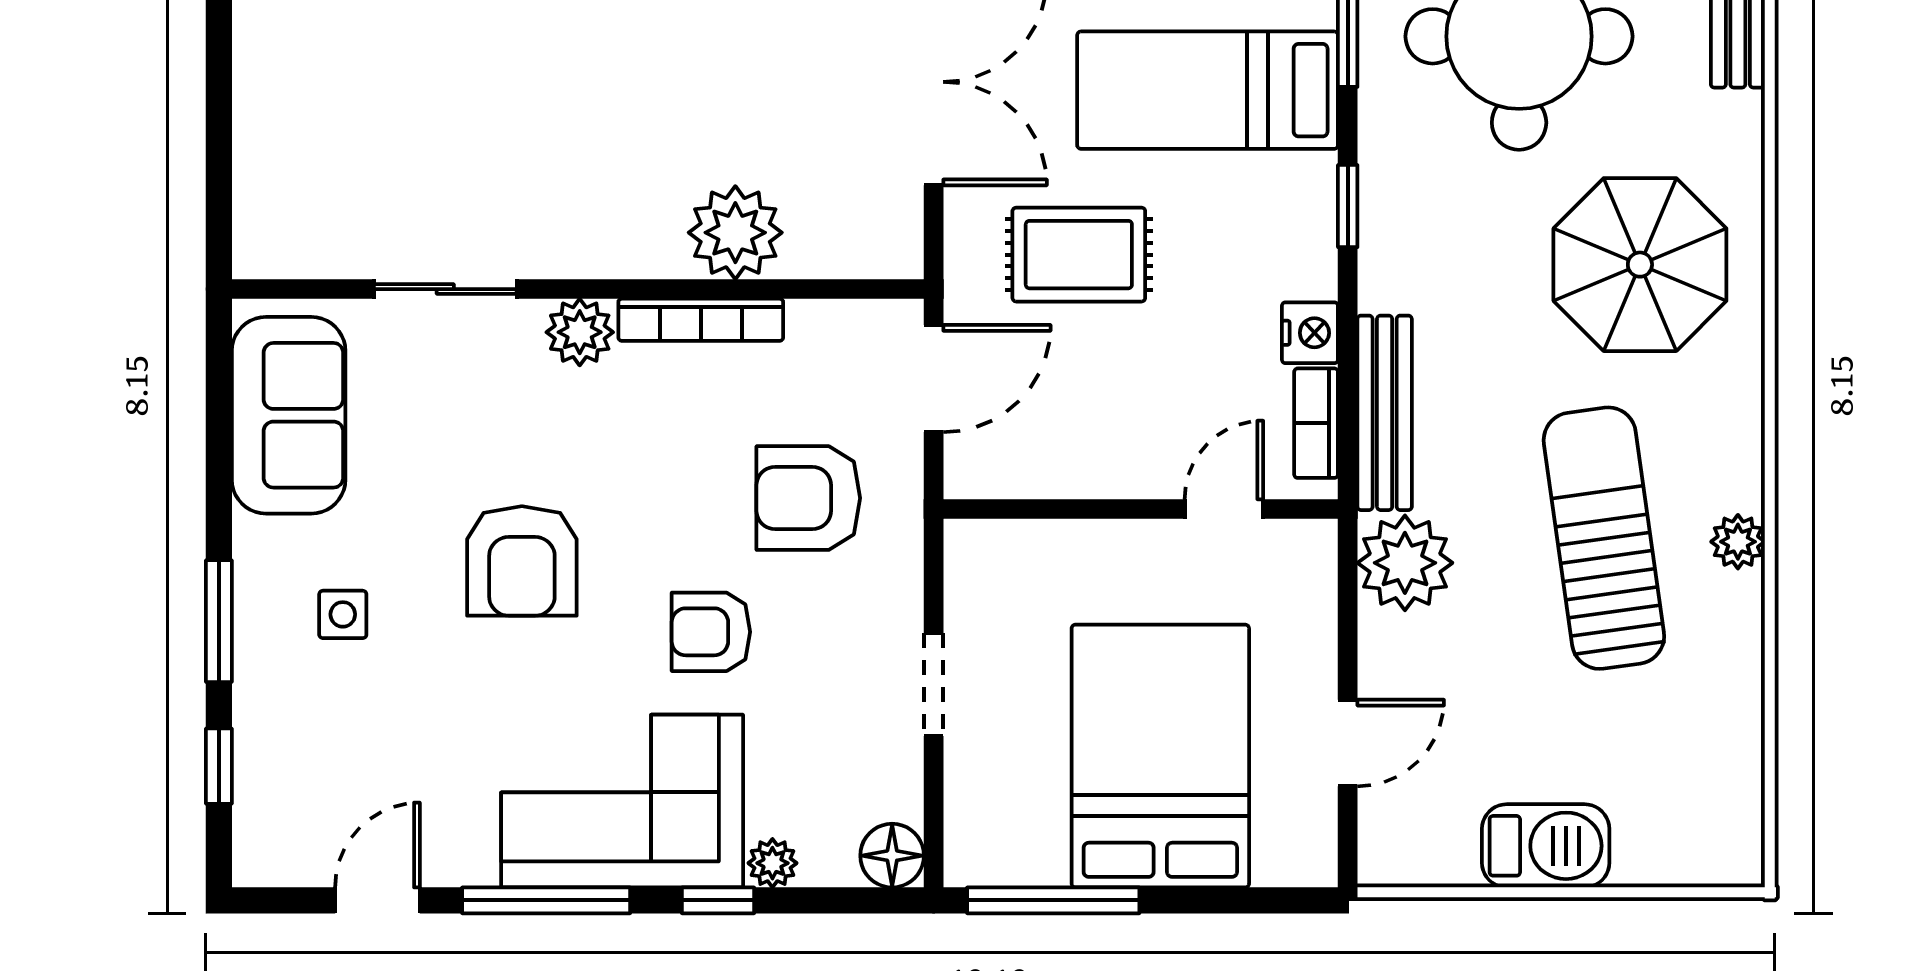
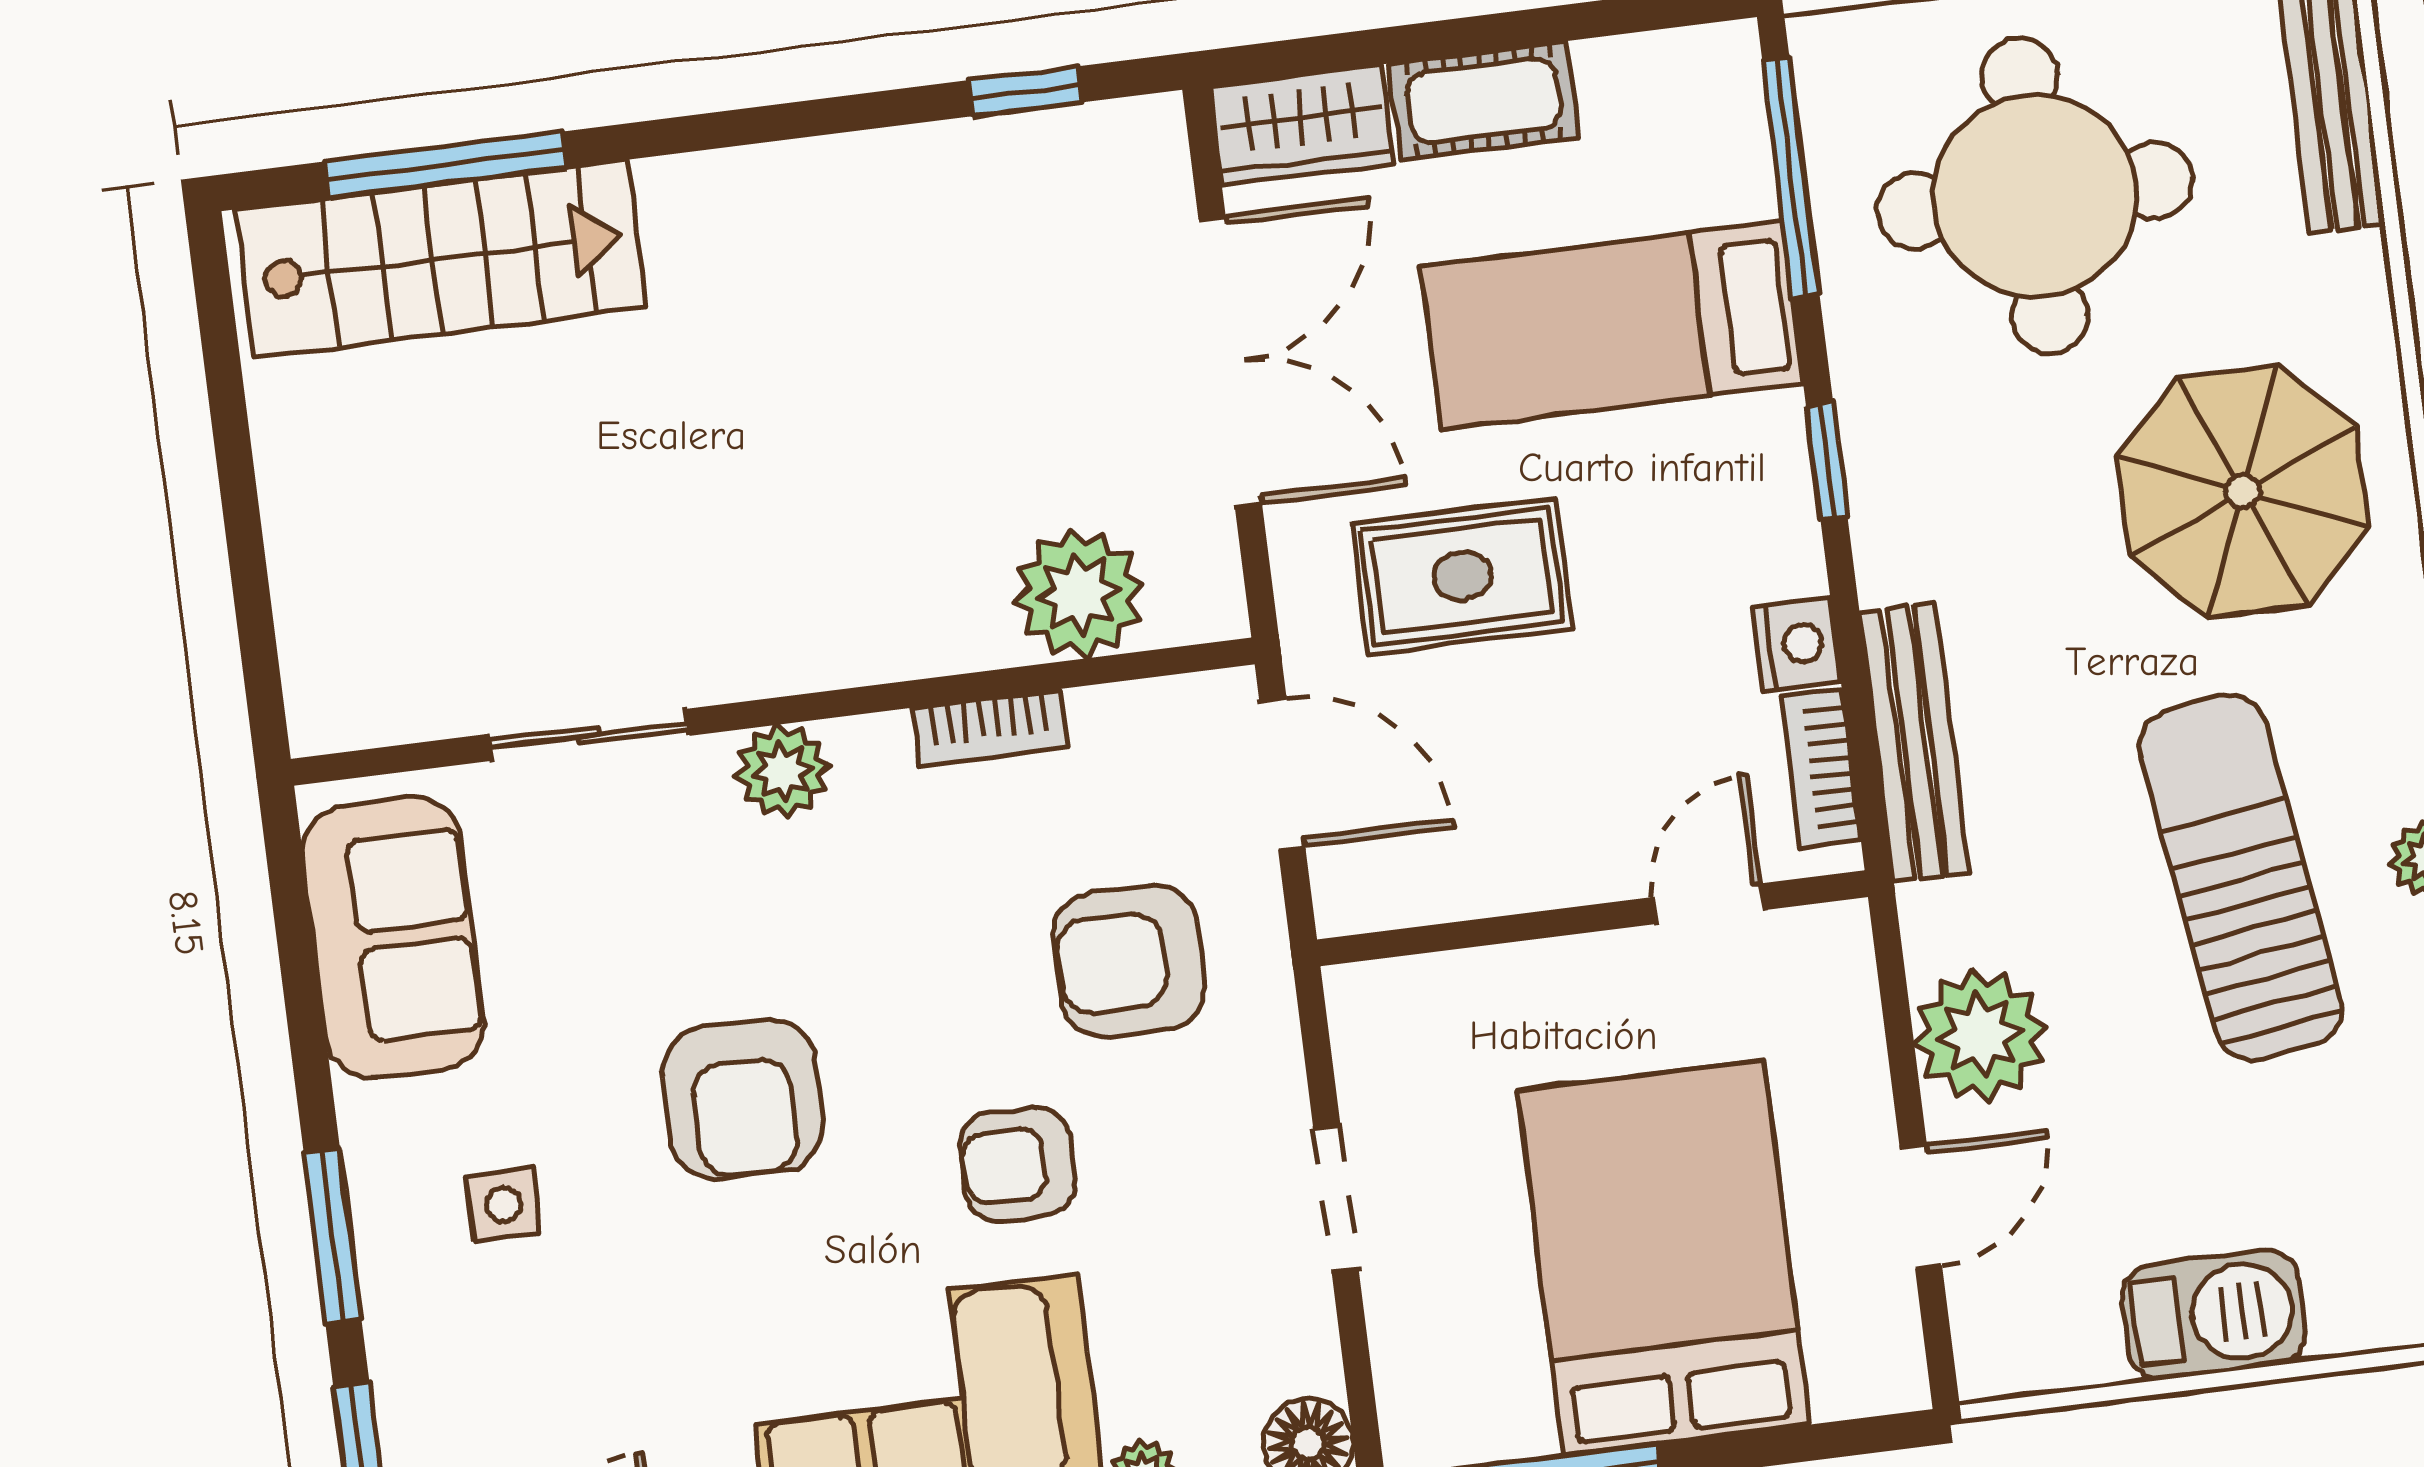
plant: (735, 233) -> (1079, 593), moved
bookcase: (701, 320) -> (990, 728), width x0.64
door: (934, 379) -> (1282, 774), hinge flipped
plant: (1405, 563) -> (1980, 1035), moved

